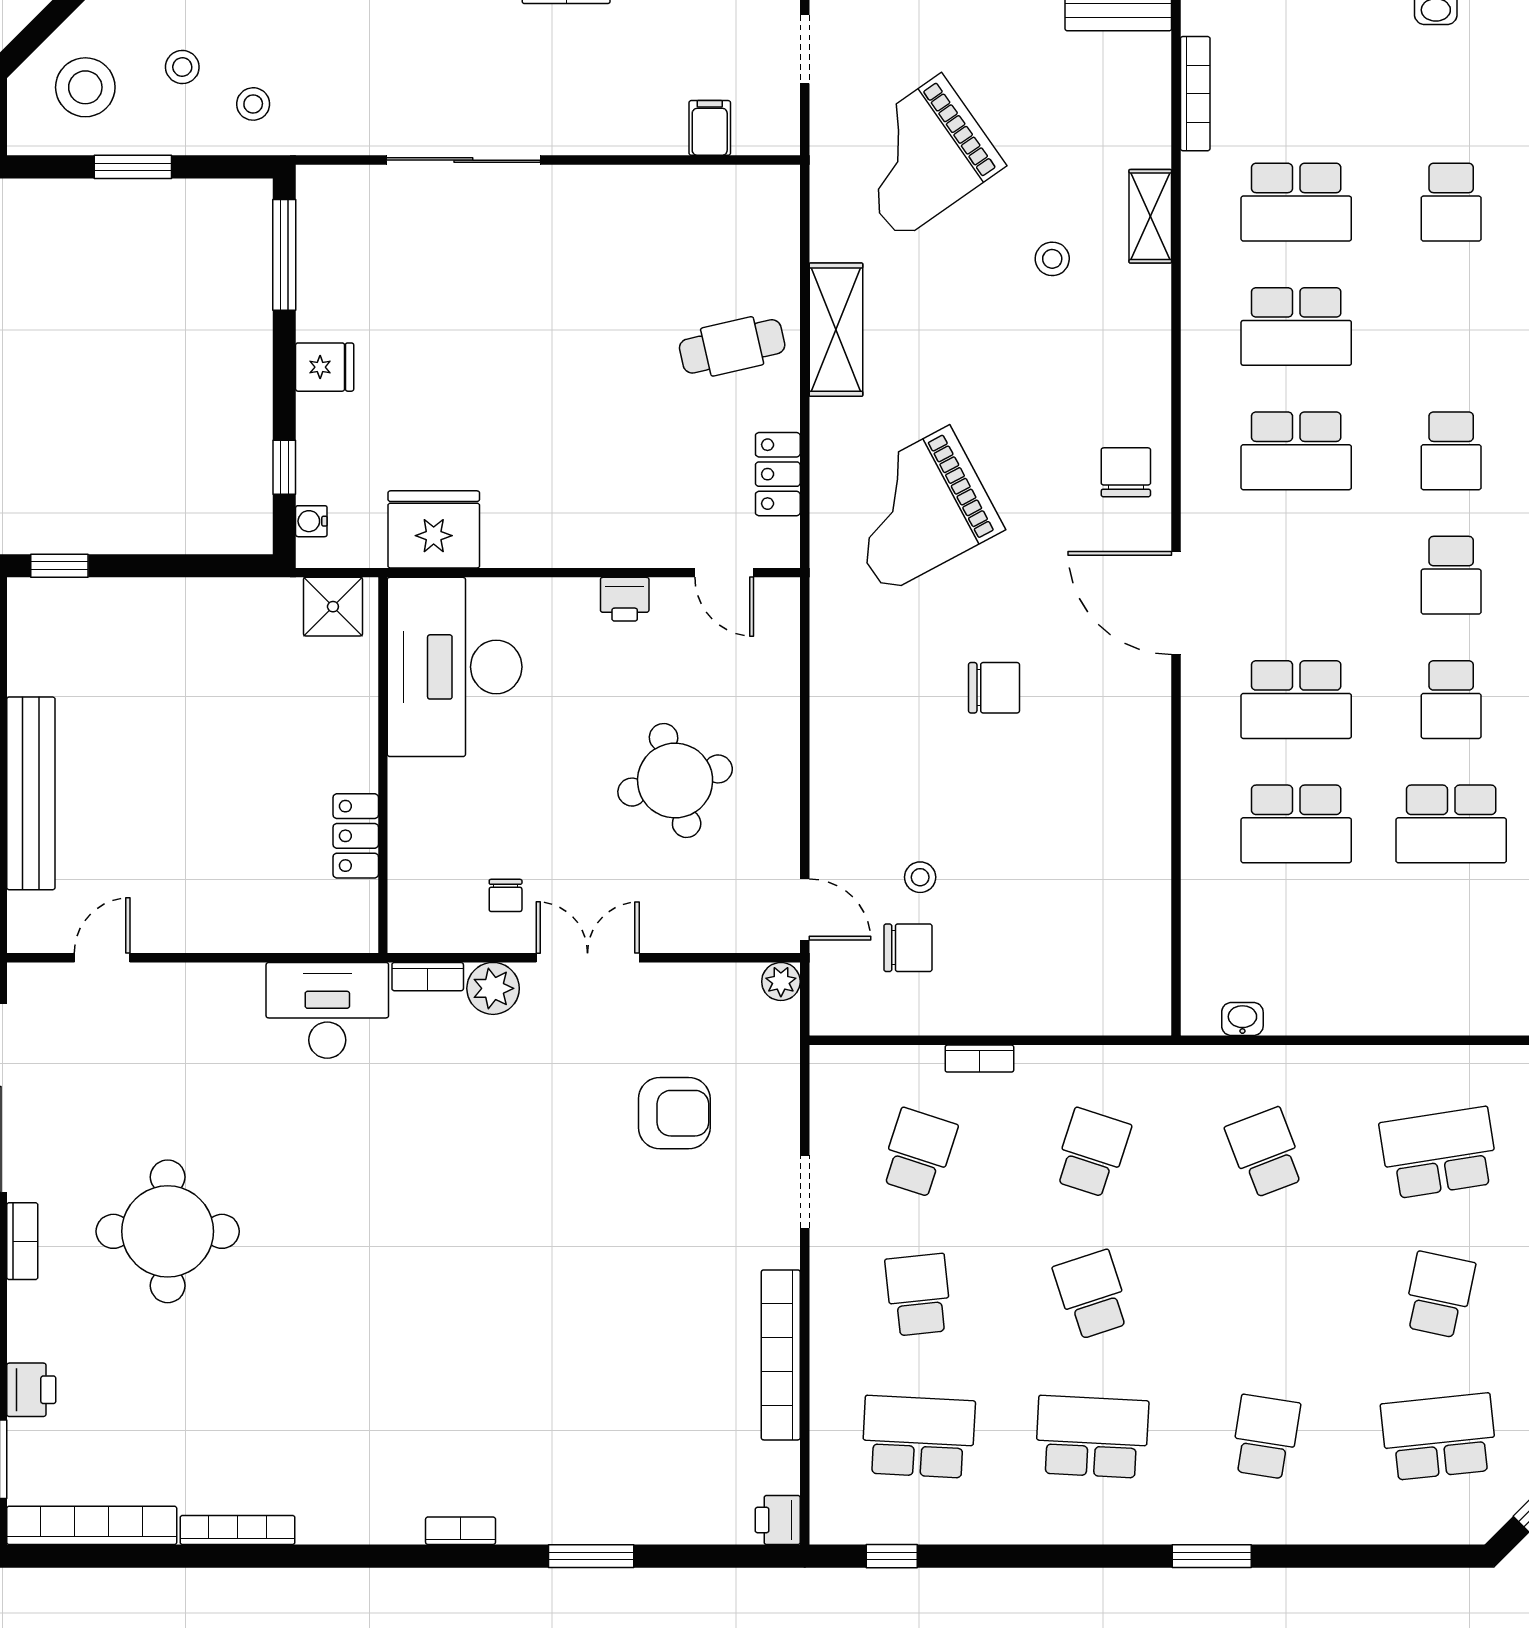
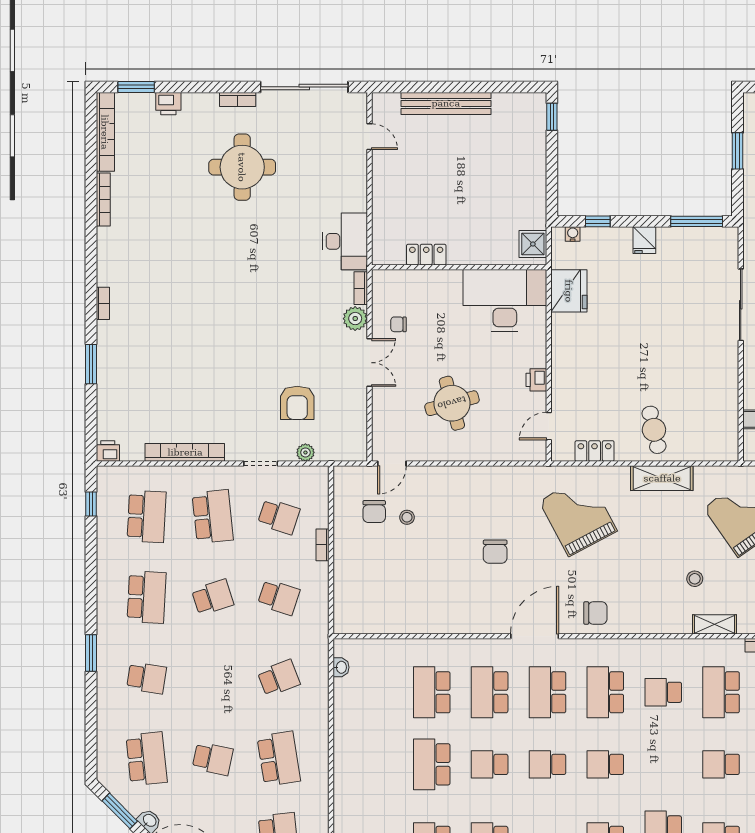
school desk: (1296, 327) -> (663, 692), width x0.54
school desk: (1296, 575) -> (547, 692), added
plant: (781, 982) -> (305, 452), moved
school desk: (918, 1295) -> (213, 516), width x1.85

